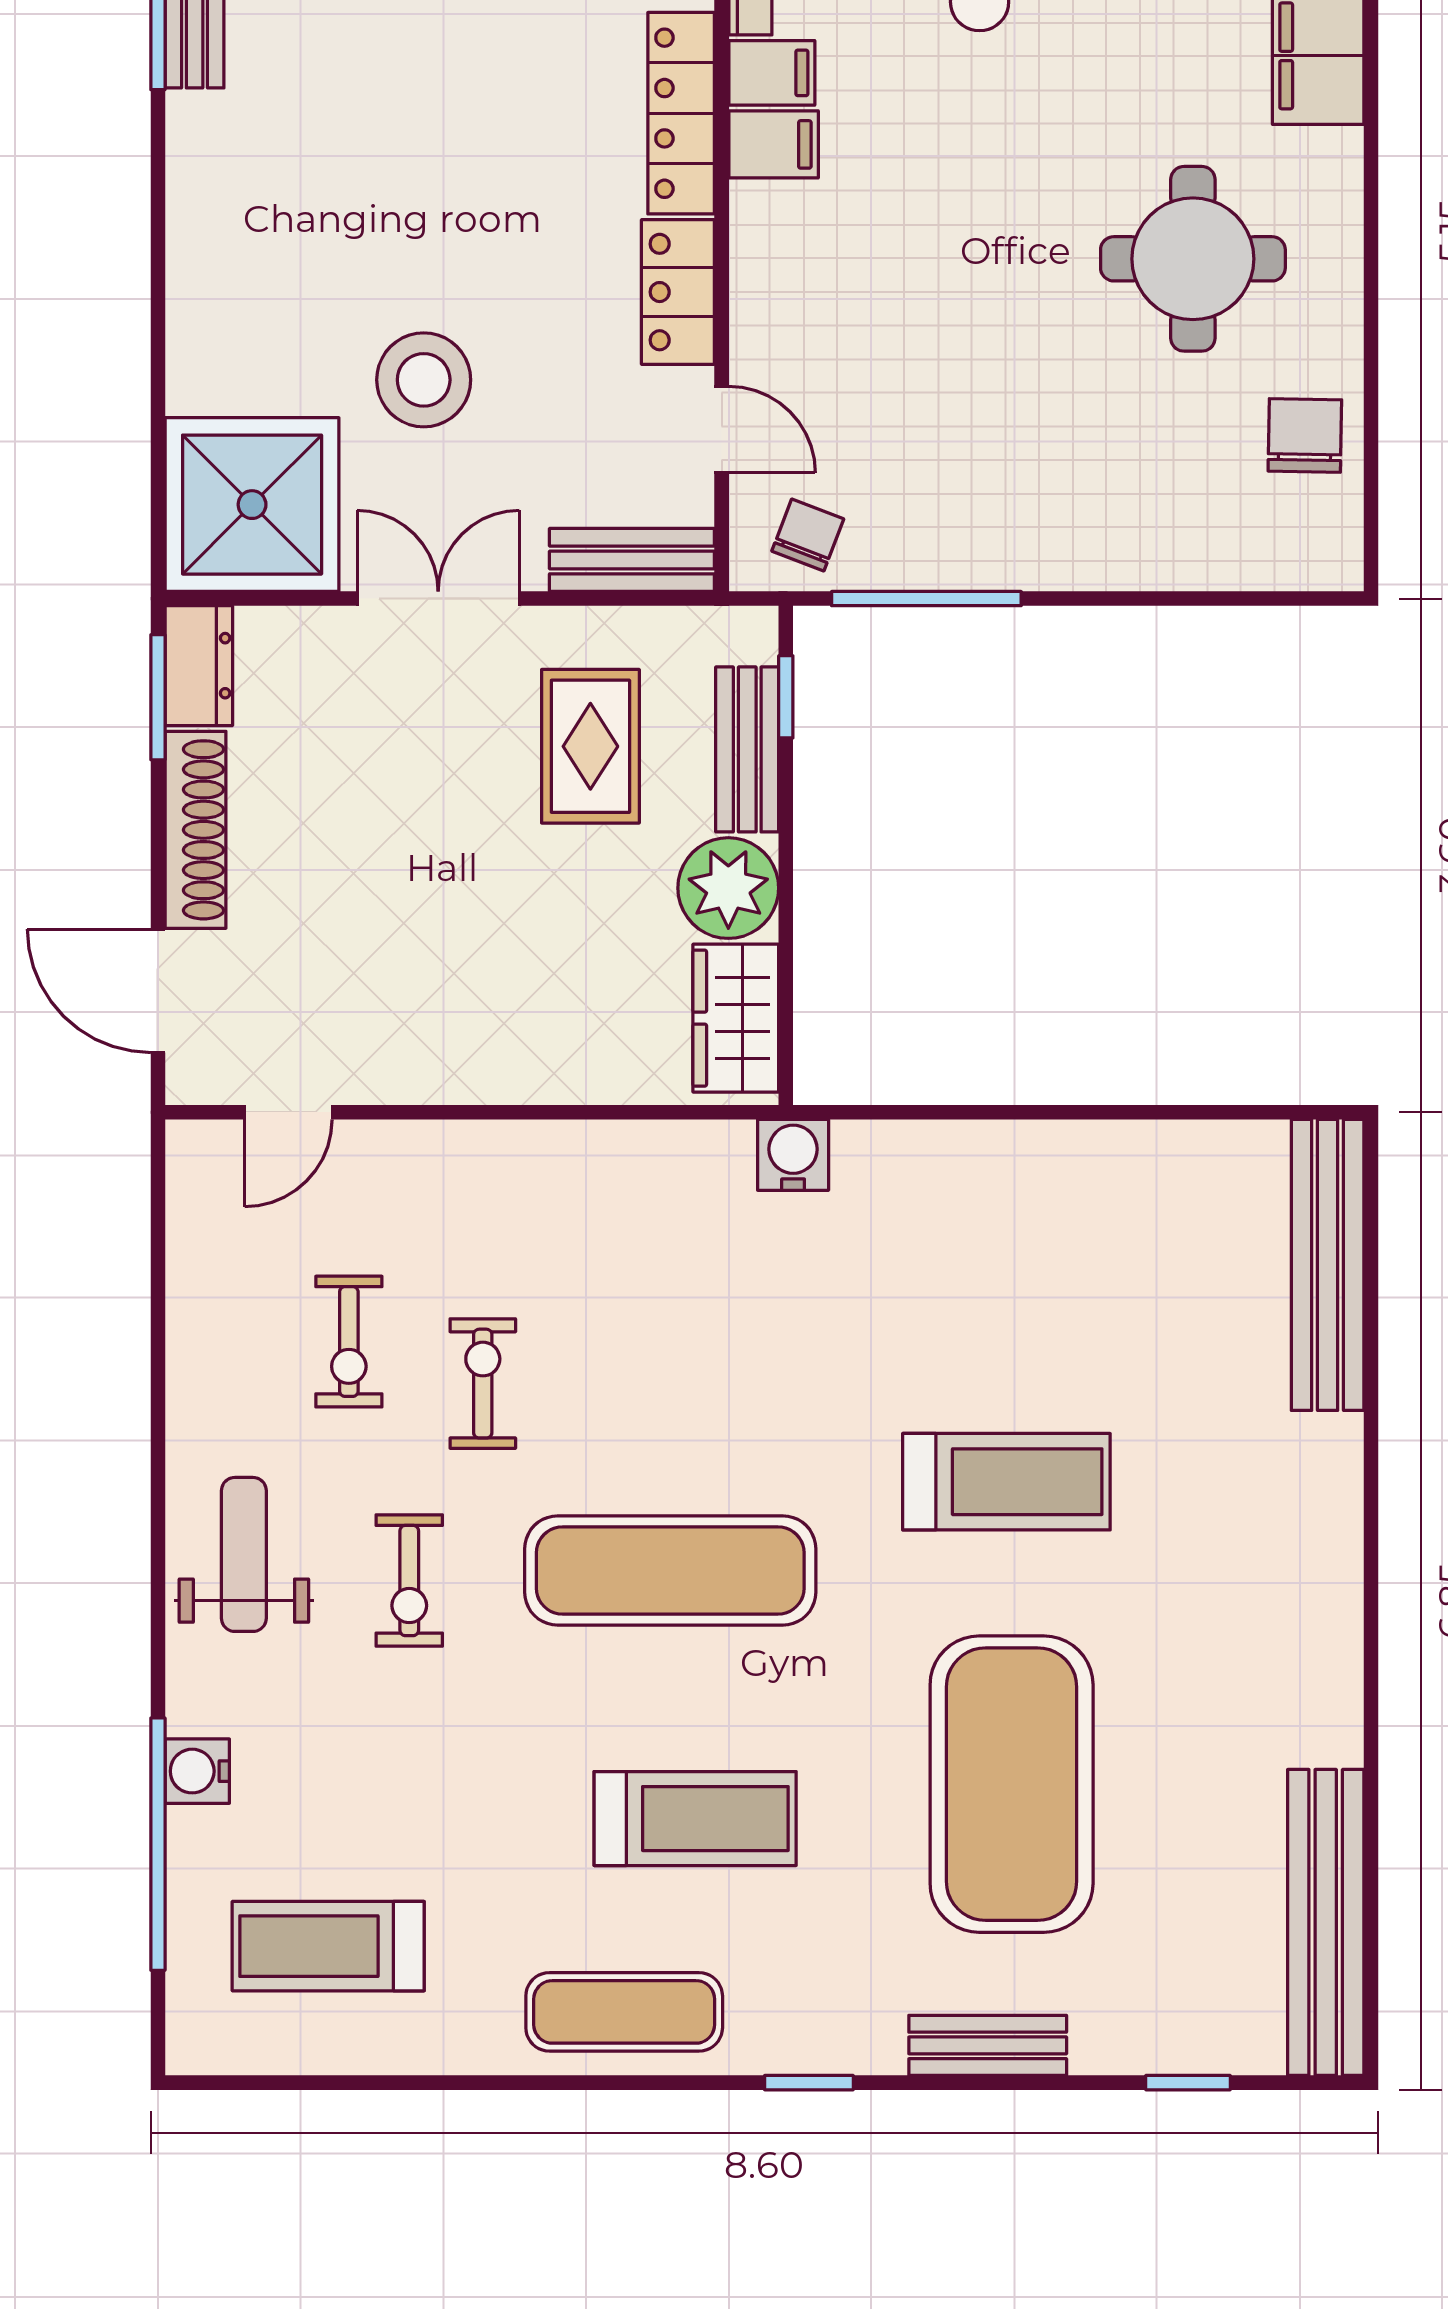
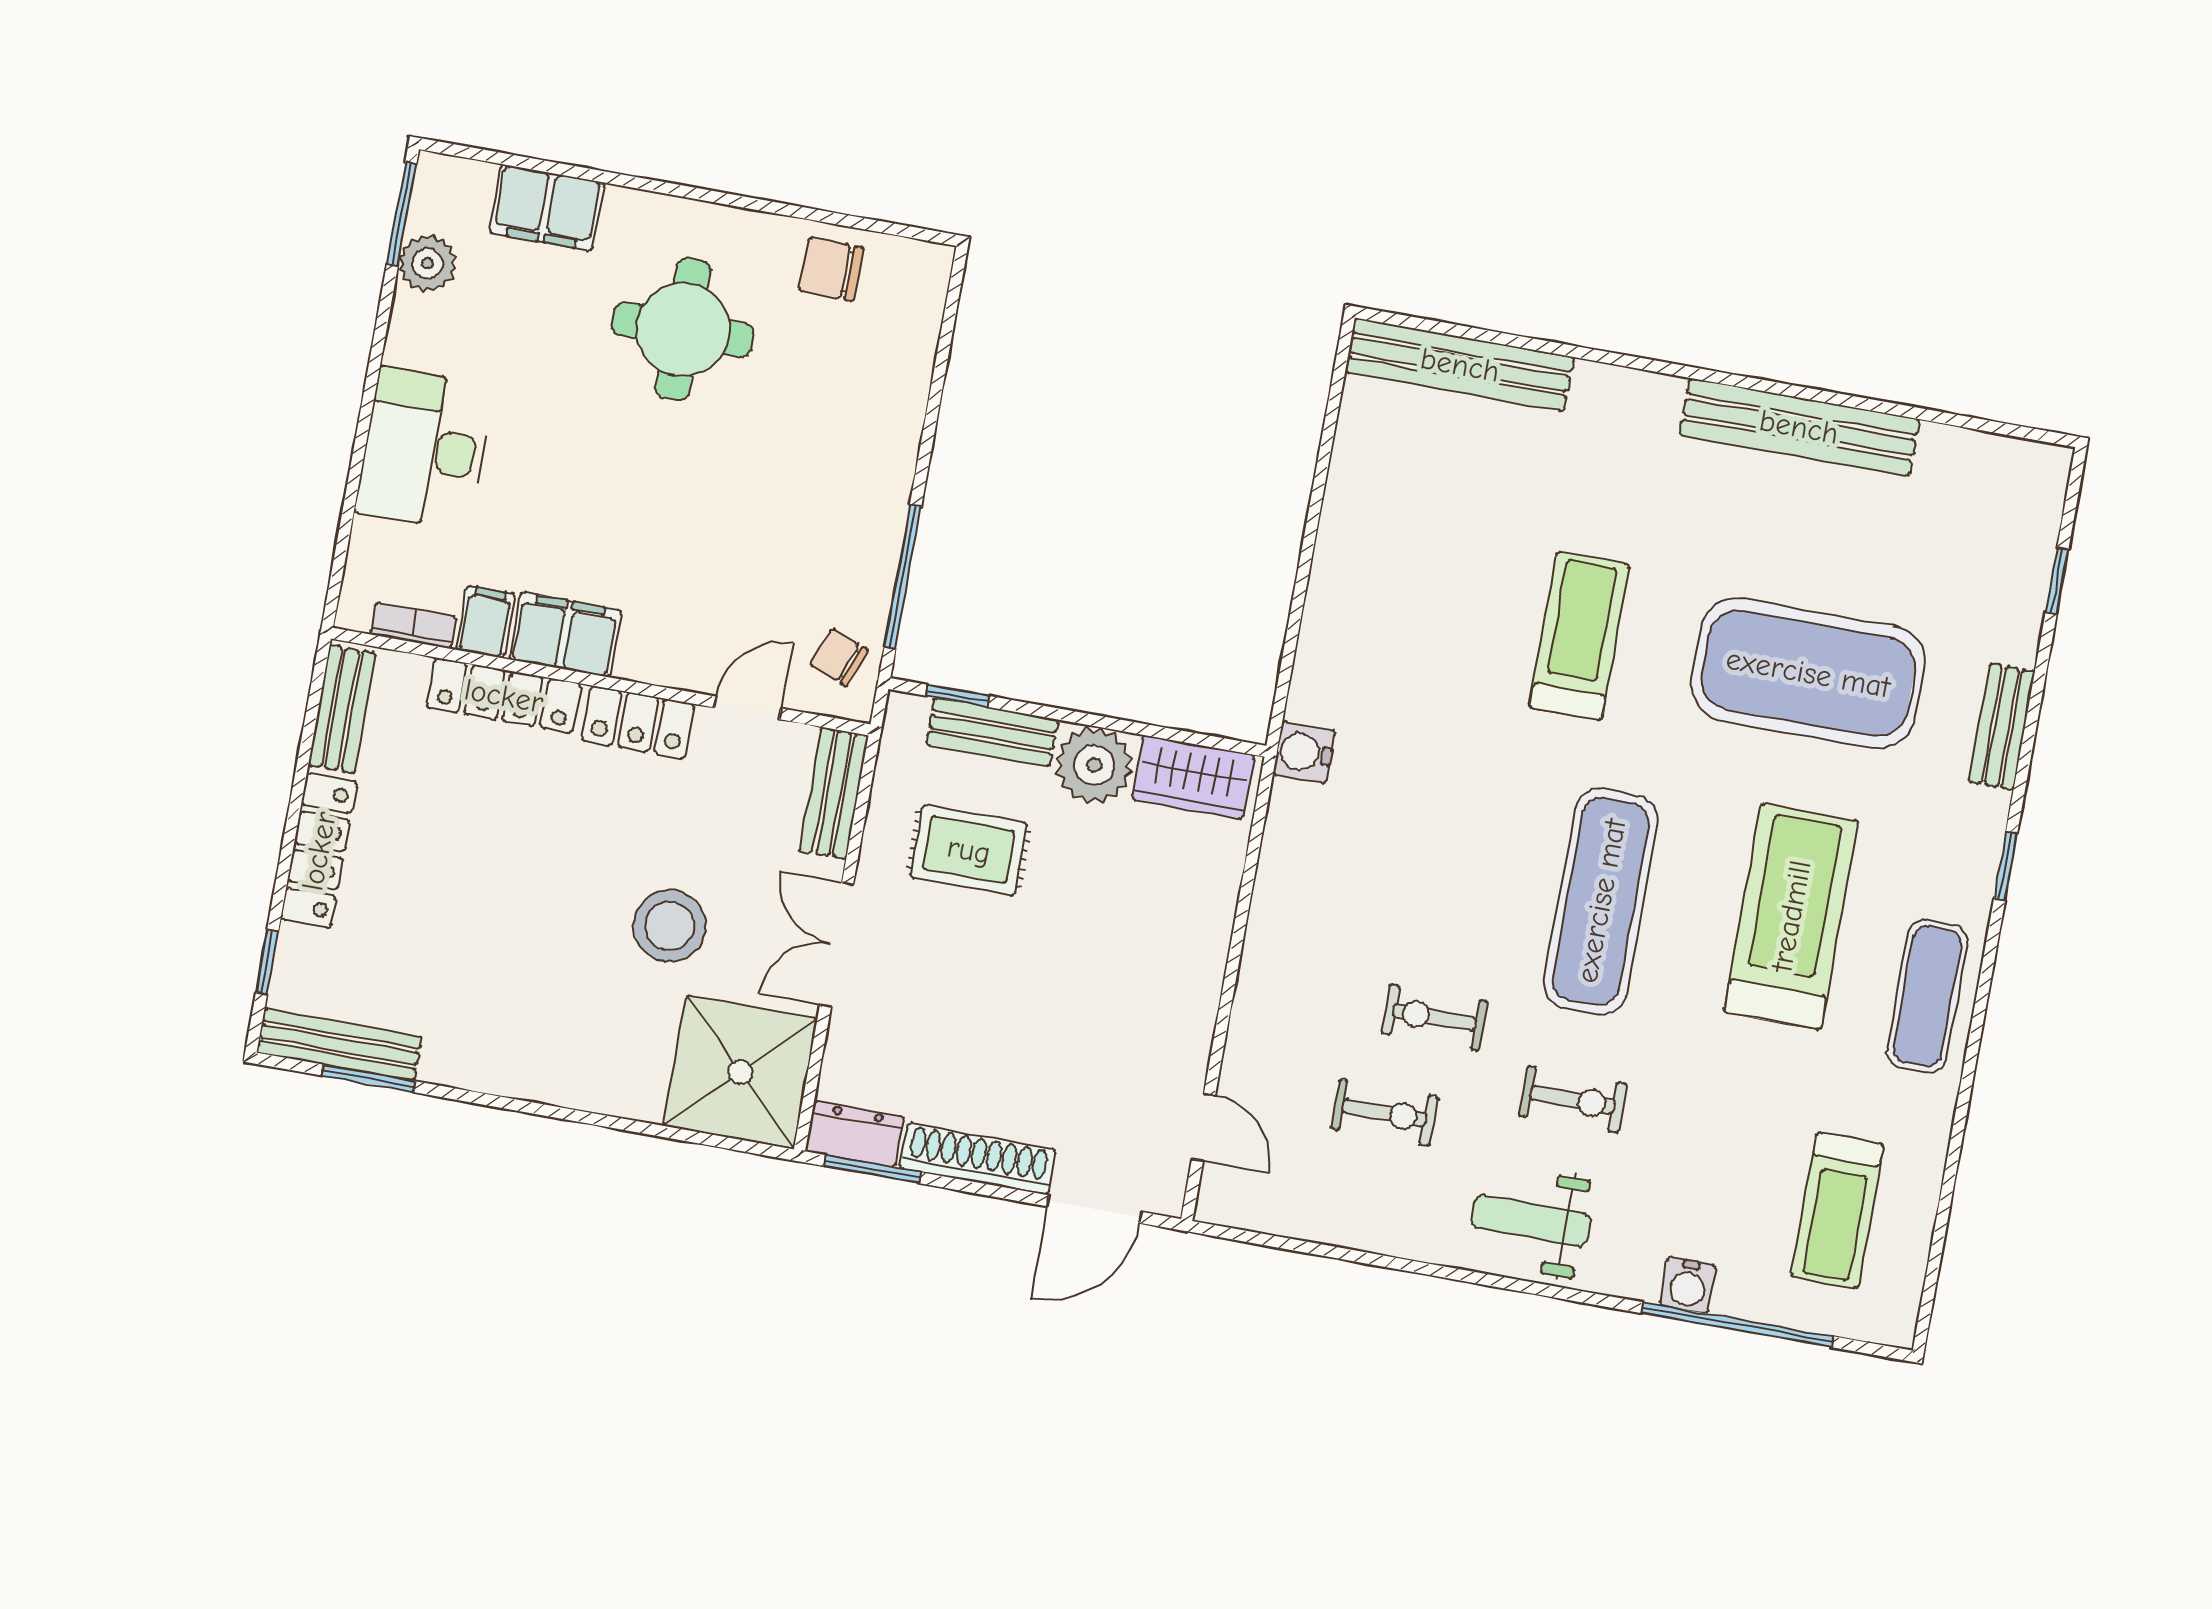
filing cabinet: (774, 144) -> (565, 635), width x2.00
treadmill: (695, 1819) -> (1791, 916), width x1.37, depth x1.38
bench: (1326, 1922) -> (1799, 427), moved

